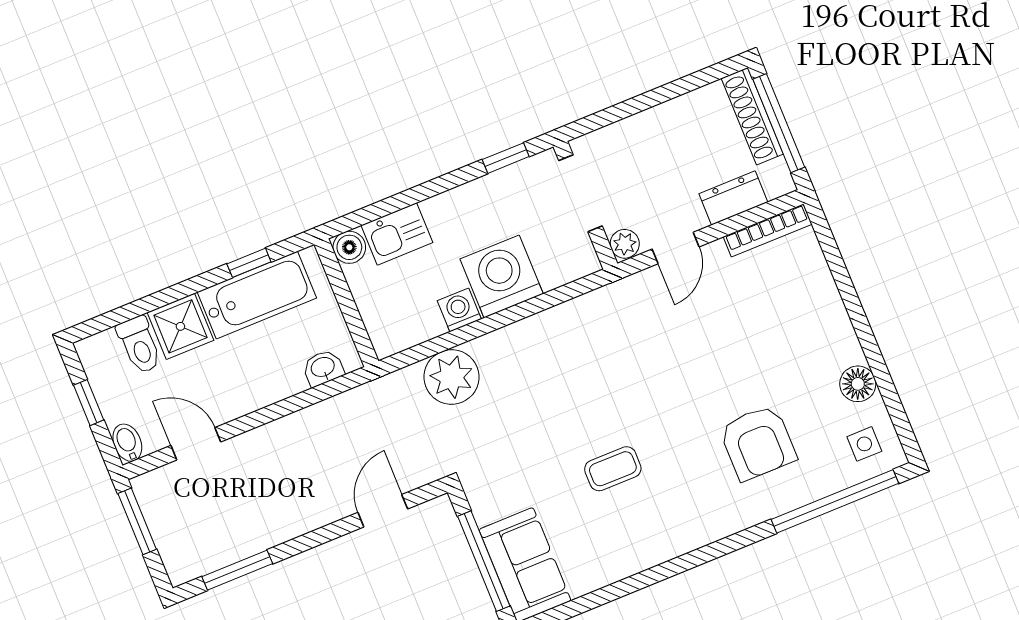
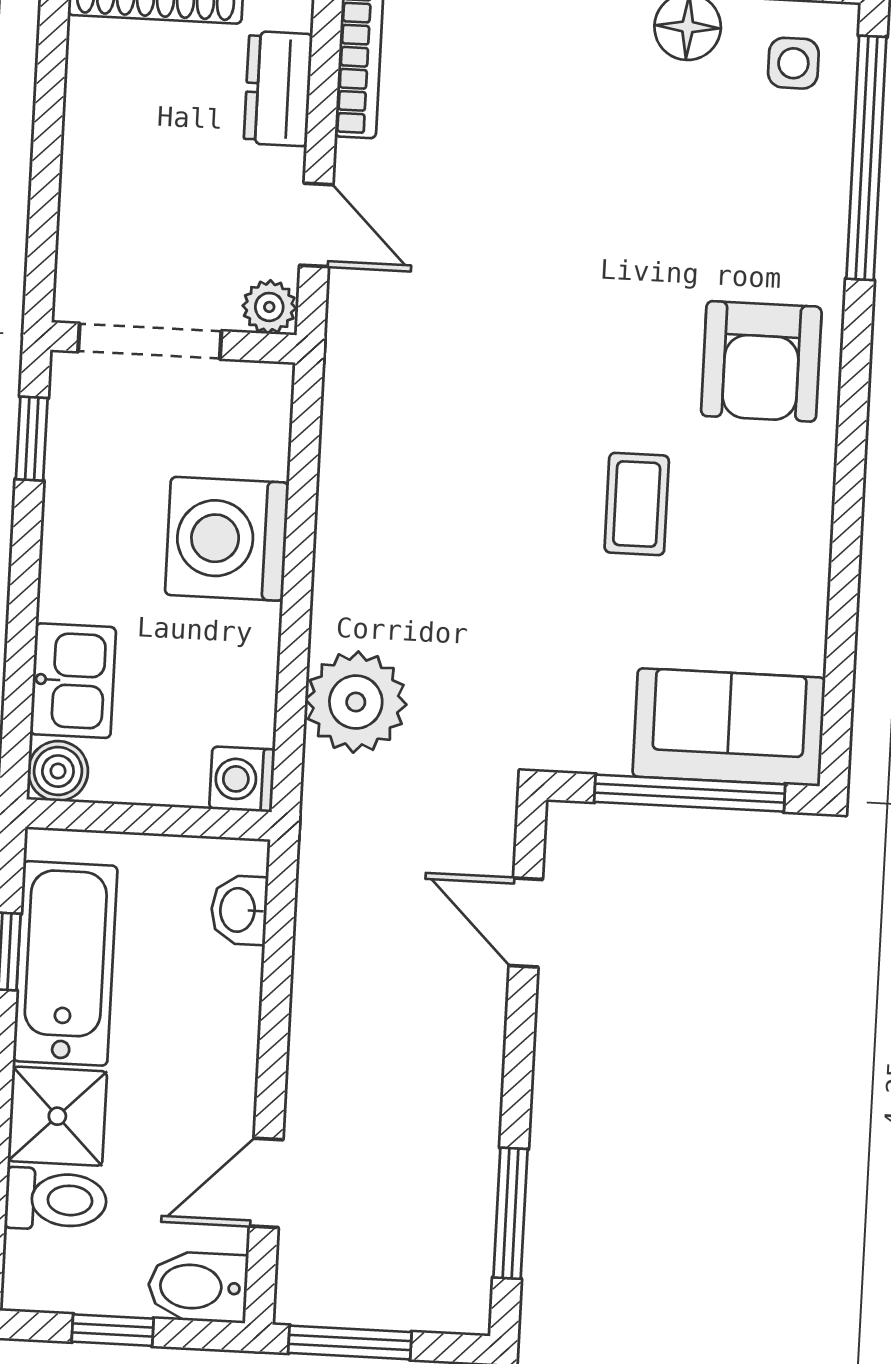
washing machine: (459, 310) -> (242, 779), moved
bidet: (127, 443) -> (198, 1287), width x1.38, depth x1.36
armchair: (758, 443) -> (761, 361), moved, turned 90

